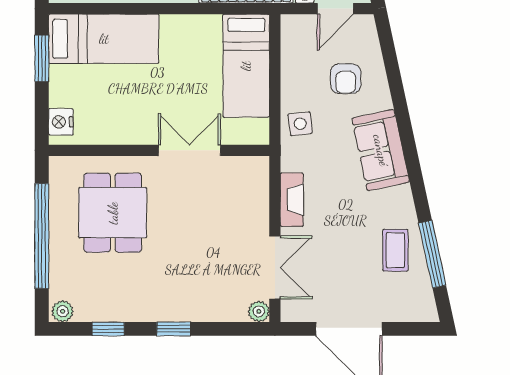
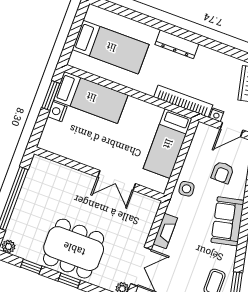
nightstand: (61, 122) -> (57, 112), moved
double door: (189, 150) -> (117, 180), swing flipped
dining table: (113, 213) -> (74, 249), moved, width x1.38

